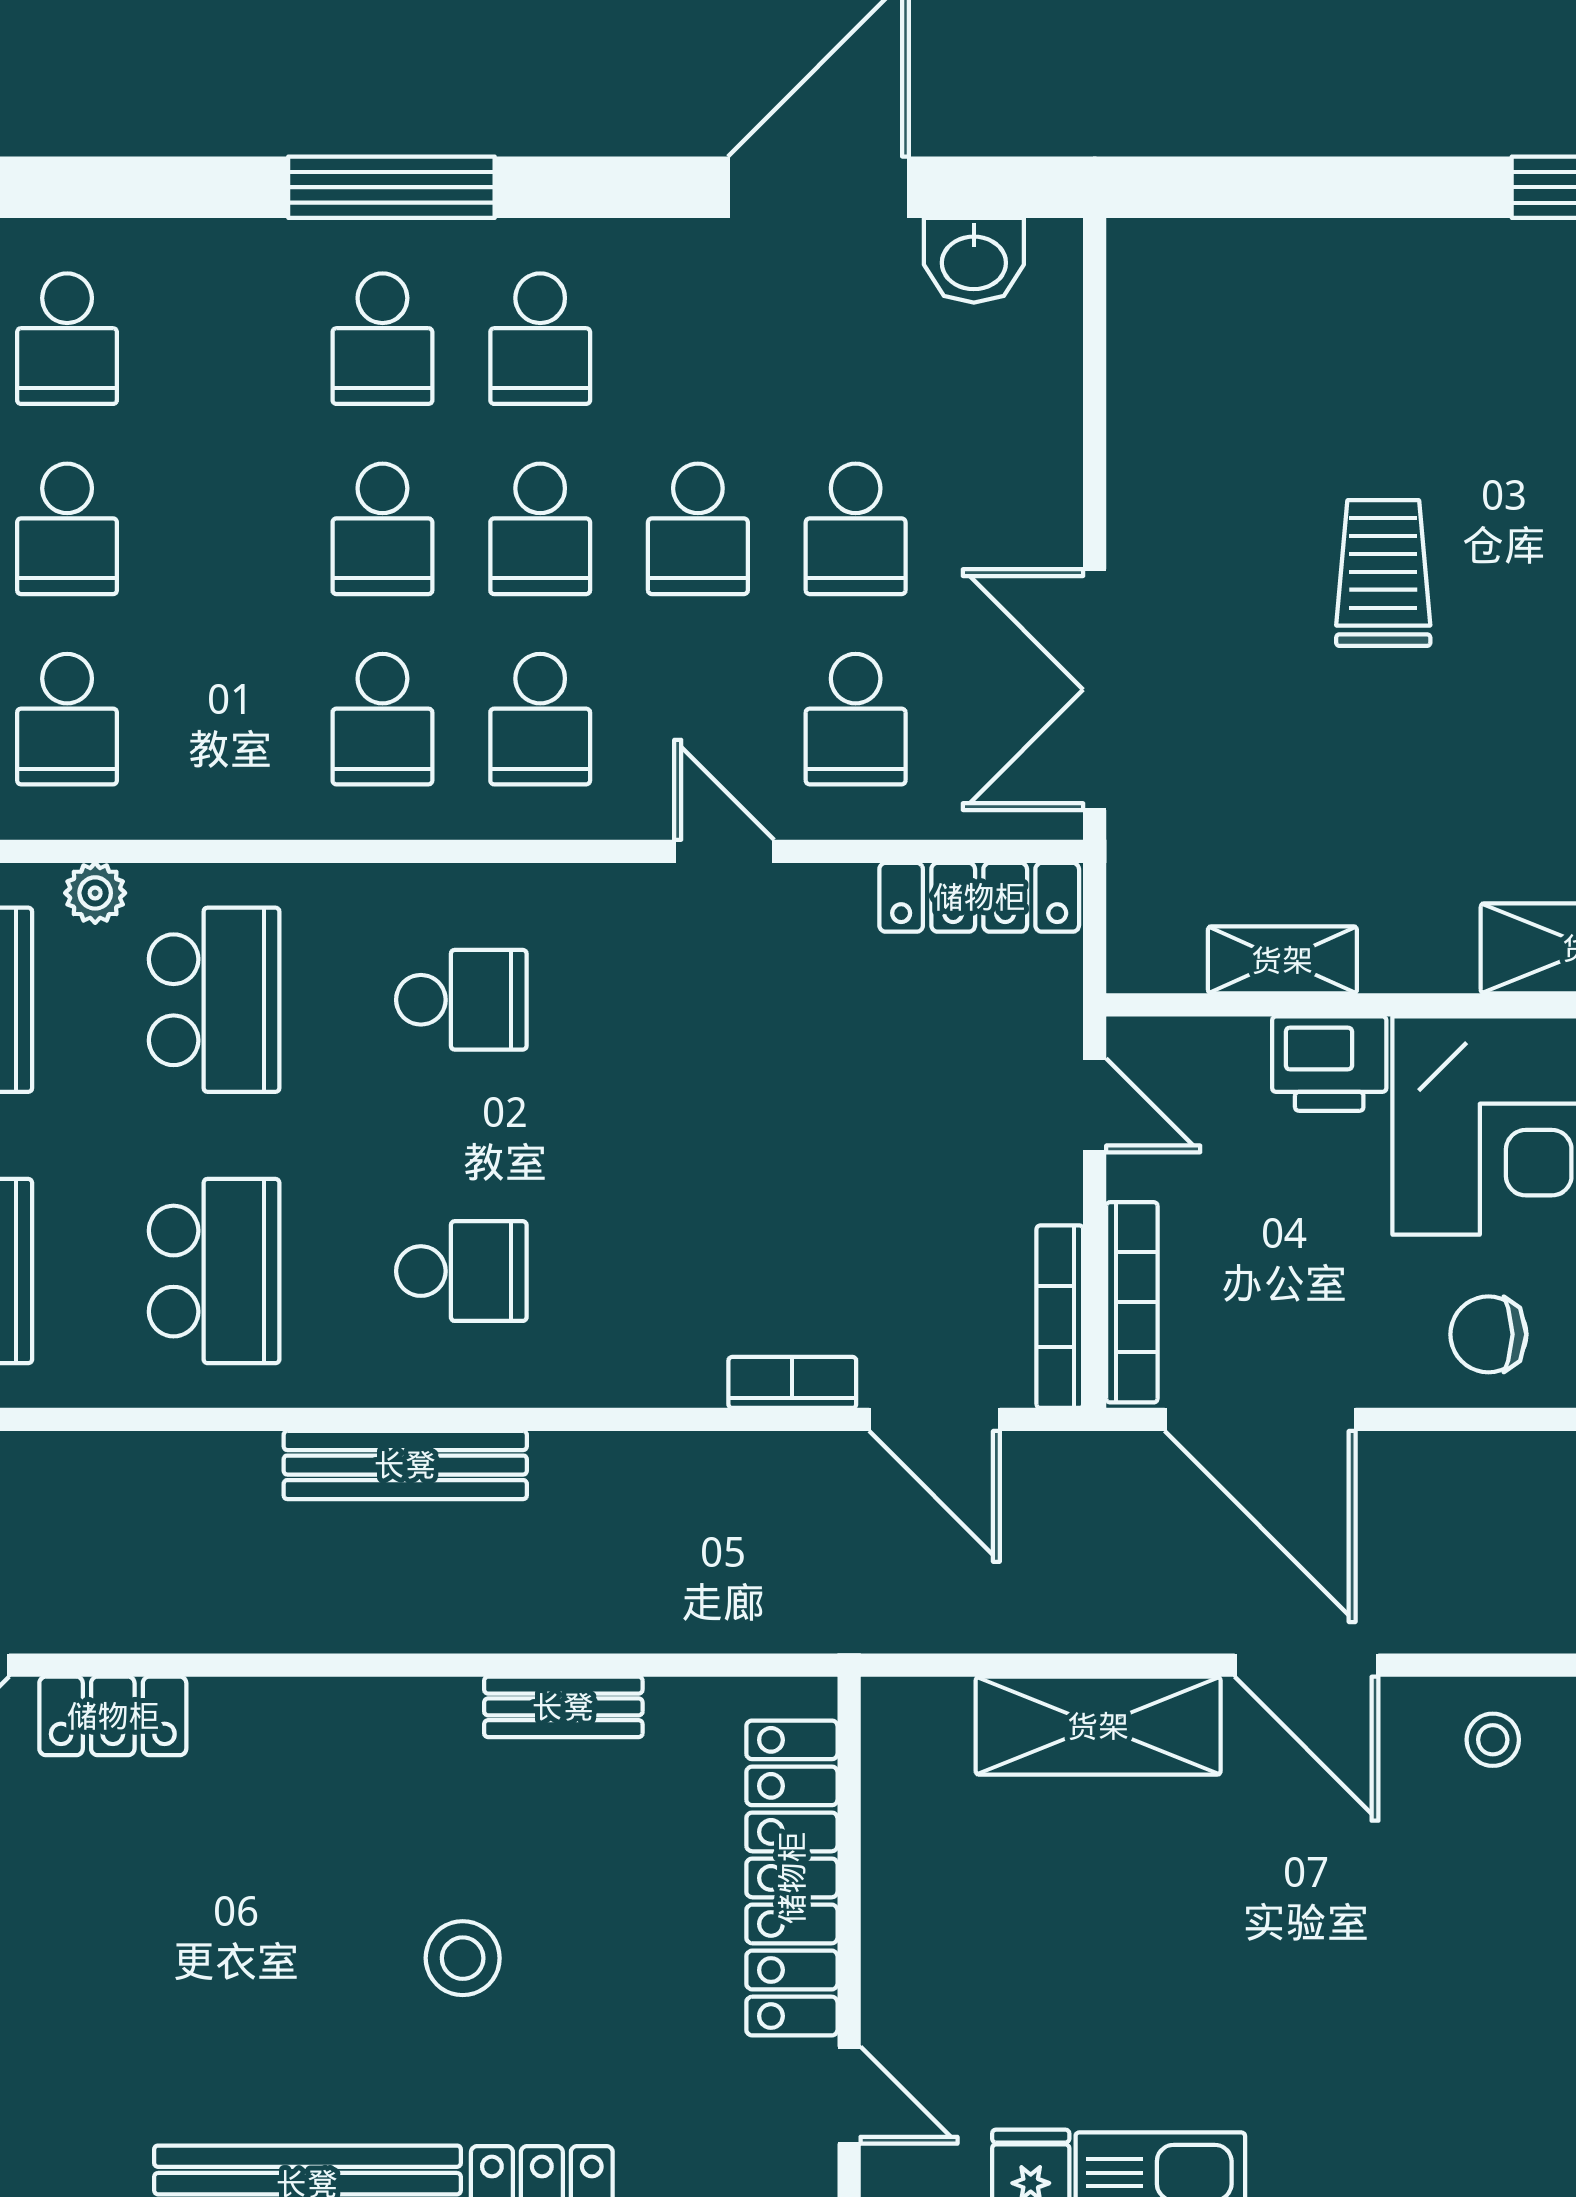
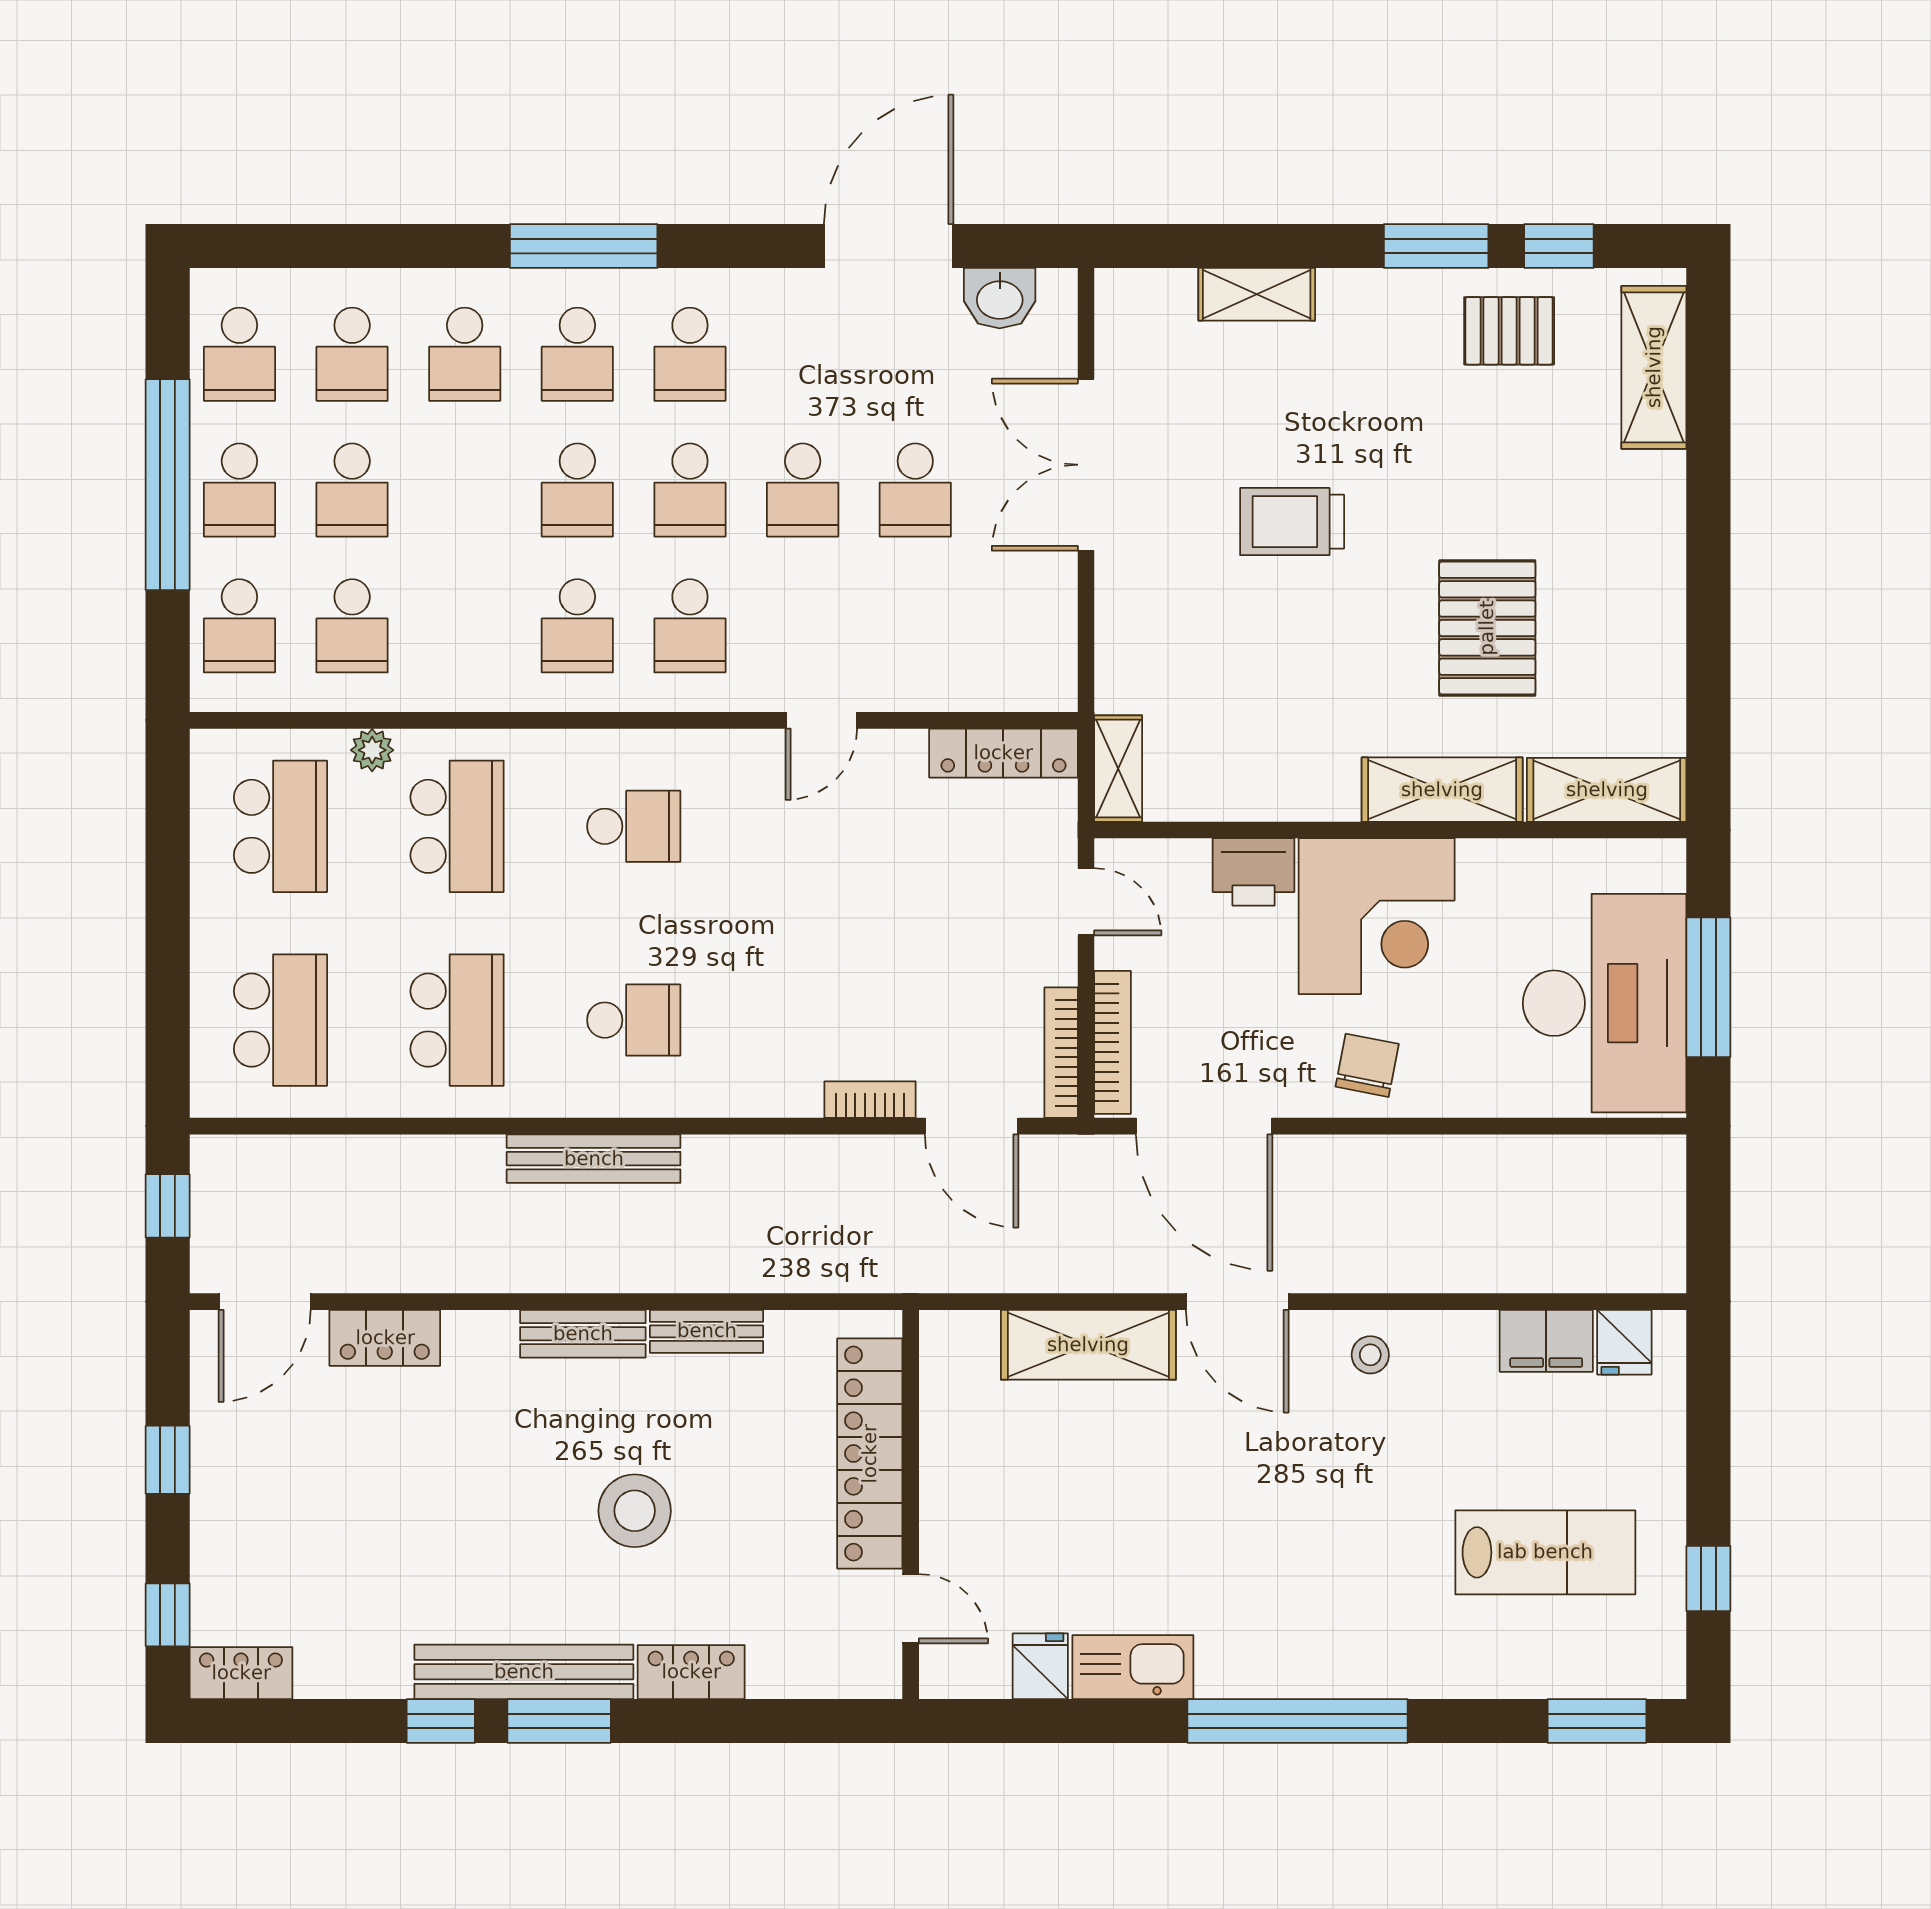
shelving: (1334, 255) -> (1257, 294), added
trolley: (1383, 573) -> (1292, 522), turned -90
double door: (1095, 690) -> (1086, 465), moved
school desk: (856, 719) -> (465, 354), moved
door: (724, 851) -> (821, 720), swing flipped
shelving: (1282, 960) -> (1118, 769), moved, turned 90
chair: (1488, 1334) -> (1367, 1065), turned 101
bench: (390, 1710) -> (583, 1334), added
stool: (463, 1958) -> (635, 1511), width x1.38, depth x1.38

